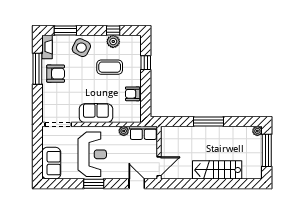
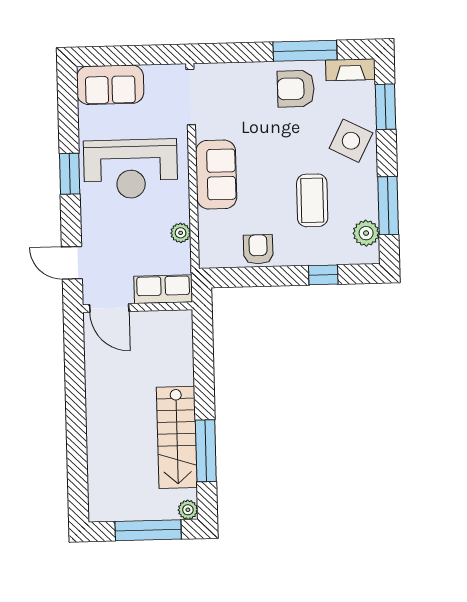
window: (113, 30) -> (388, 206), width x2.17
plant: (113, 41) -> (366, 233), moved
armchair: (56, 74) -> (296, 89), turned 90
window: (208, 122) -> (206, 451), moved
row of seats: (143, 133) -> (163, 289), moved, turned 90
stairs: (217, 170) -> (177, 437), moved, turned 180
door: (137, 184) -> (72, 263), swing flipped

